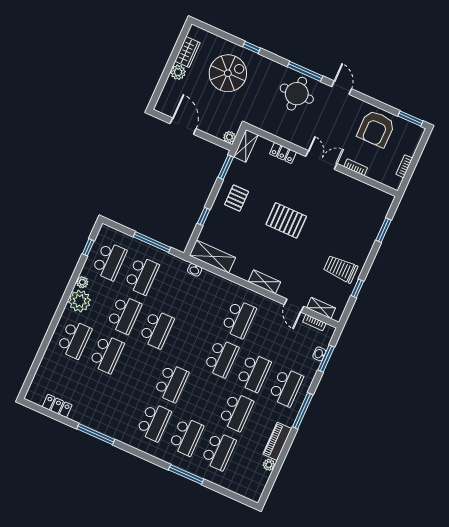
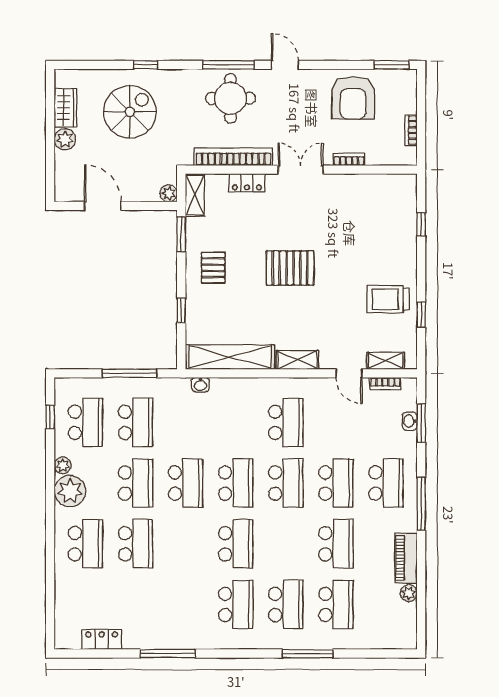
bookcase: (282, 132) -> (233, 157), added
window: (384, 230) -> (421, 224), width x0.67
shelving: (212, 256) -> (230, 357), width x1.47
school desk: (189, 344) -> (236, 483), added

